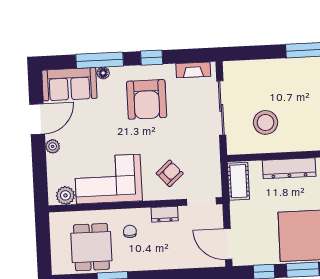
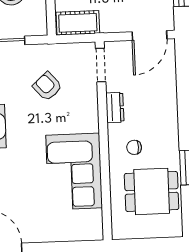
plant: (53, 146) -> (36, 235), removed
armchair: (170, 173) -> (47, 86), moved
plant: (65, 195) -> (92, 221), removed

